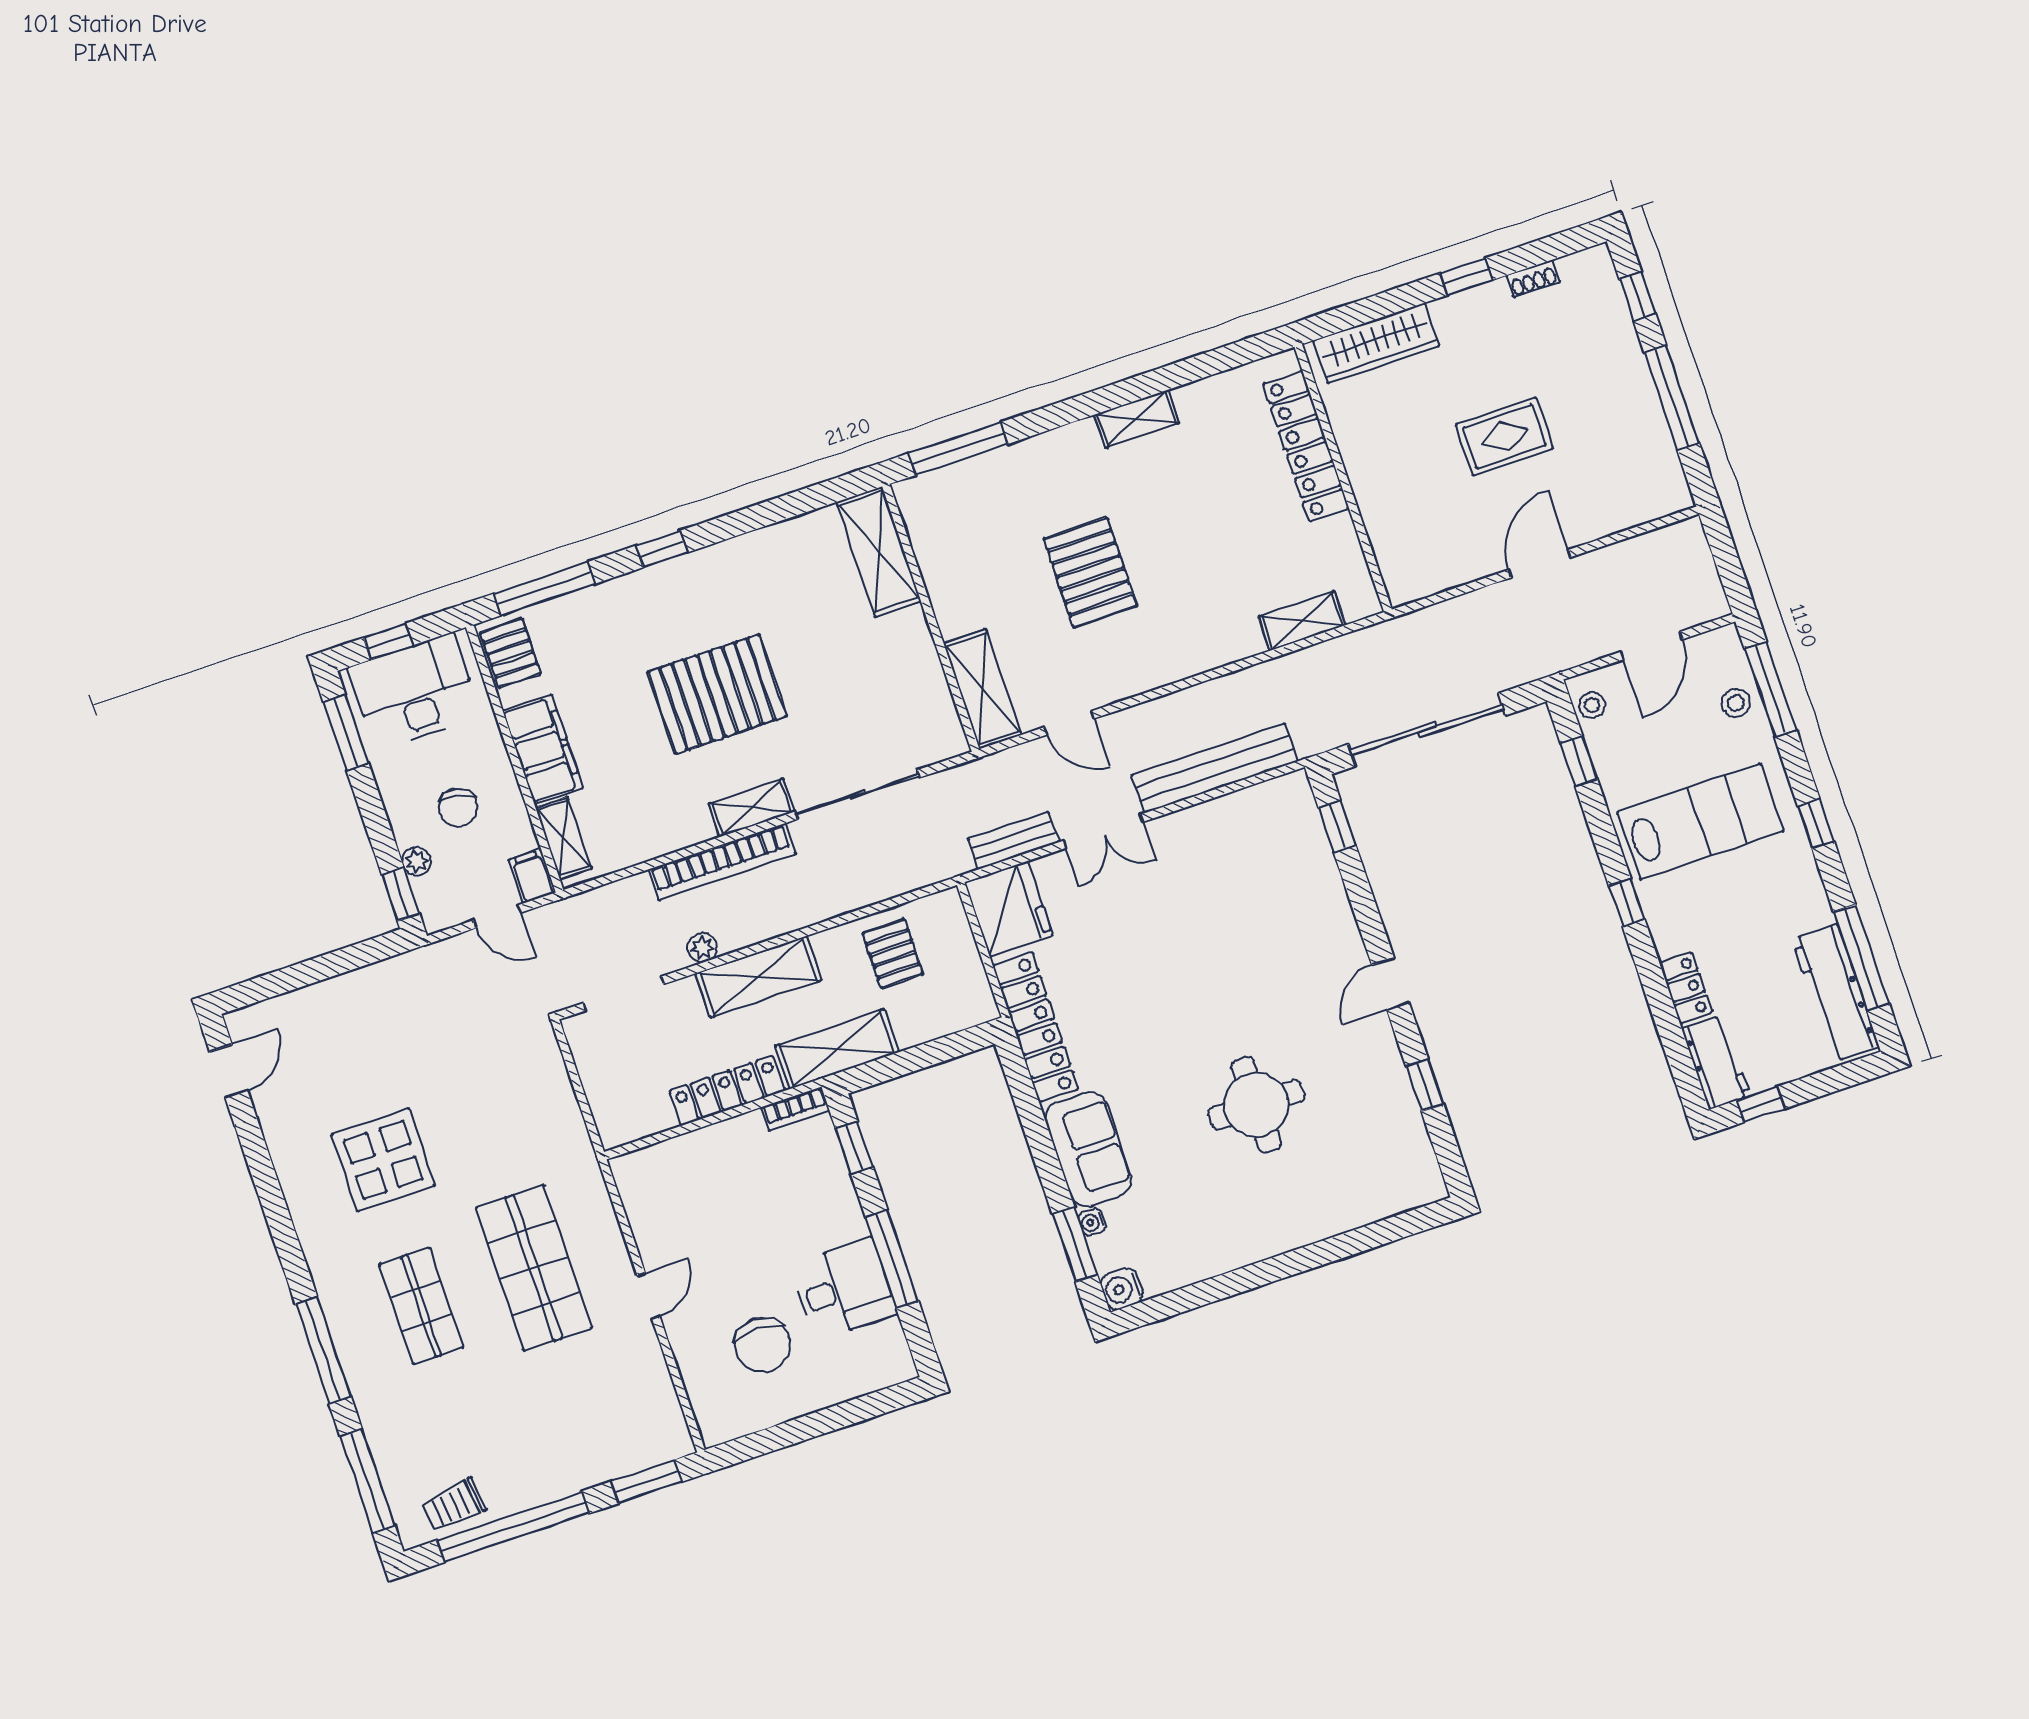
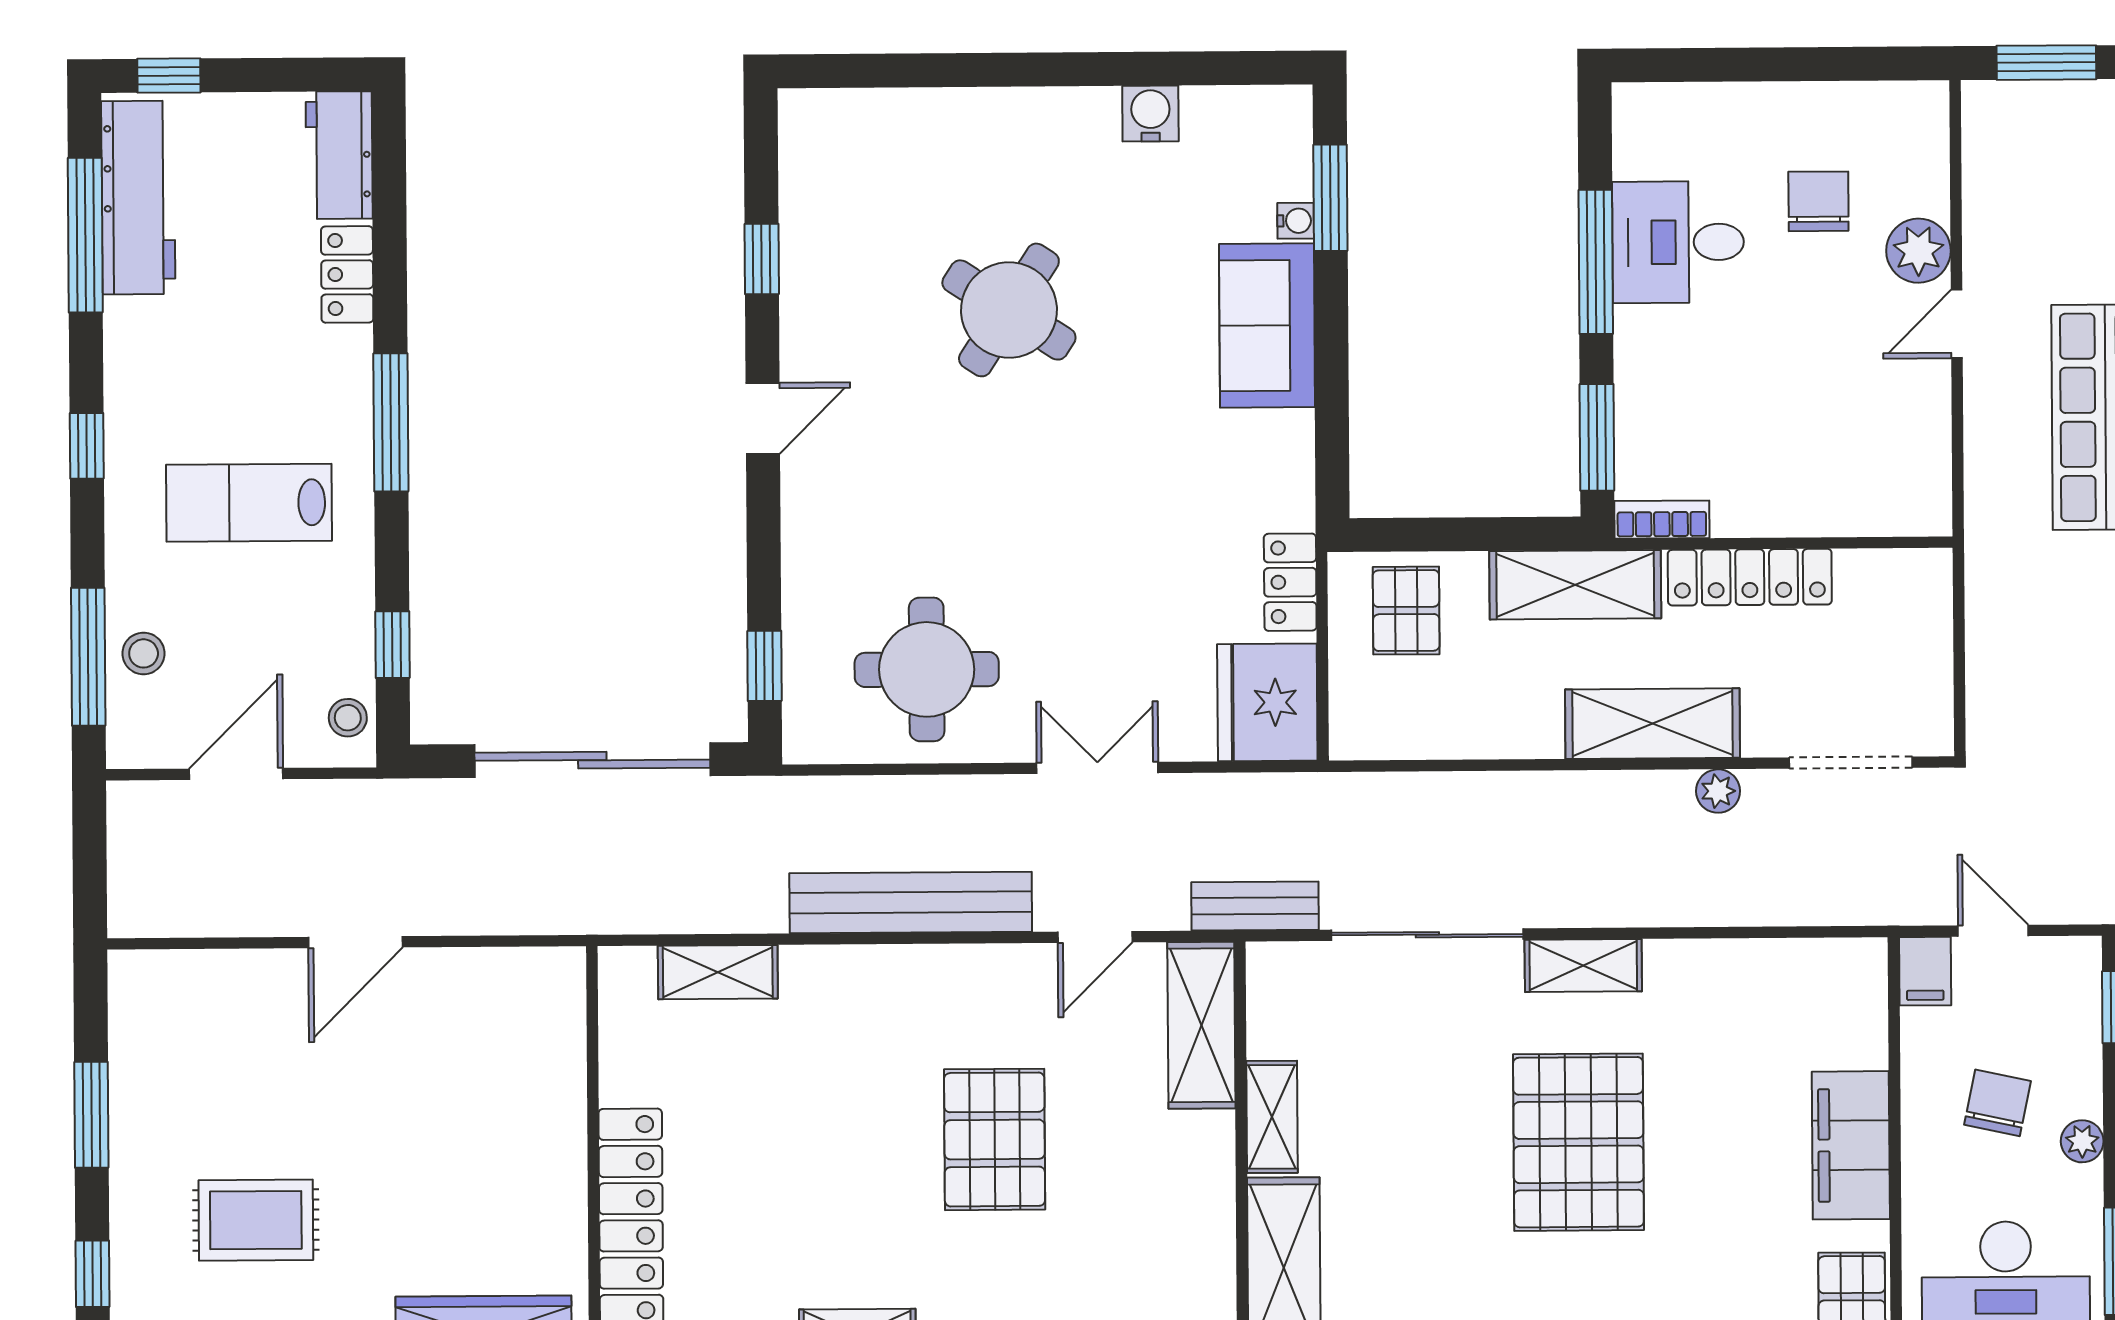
window: (1672, 398) -> (91, 1115), width x0.69
rug: (1504, 437) -> (256, 1220), moved
pallet: (717, 694) -> (1578, 1142), turned 90
door: (1069, 723) -> (1095, 937), swing flipped
bench: (1215, 768) -> (911, 903), moved
lab bench: (1700, 821) -> (249, 503), width x0.73, depth x0.72
shelving: (563, 838) -> (1272, 1117), moved
bench: (1013, 841) -> (1255, 906), moved
round table: (1233, 858) -> (927, 669), added
plant: (417, 861) -> (2082, 1141), moved
bookcase: (722, 862) -> (1650, 903), removed
window: (1627, 903) -> (391, 422), width x2.17
pallet: (893, 954) -> (1406, 611), moved
locker: (1036, 1027) -> (1290, 582), width x0.46, depth x0.83
window: (1761, 1104) -> (169, 76), moved
round table: (1256, 1105) -> (1009, 310), turned 33
window: (854, 1148) -> (1597, 437), width x1.50
water cooler: (1122, 1289) -> (1150, 114), moved, turned -90
plant: (688, 1335) -> (1918, 251), added
chair: (763, 1345) -> (1818, 201), width x0.73, depth x0.73

